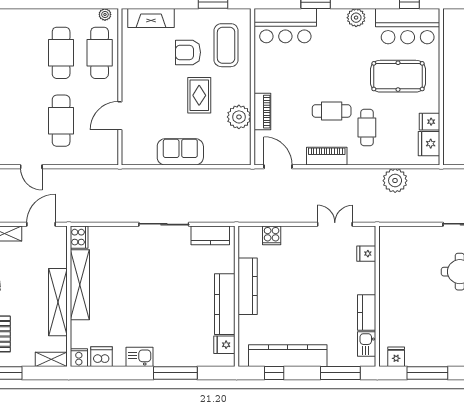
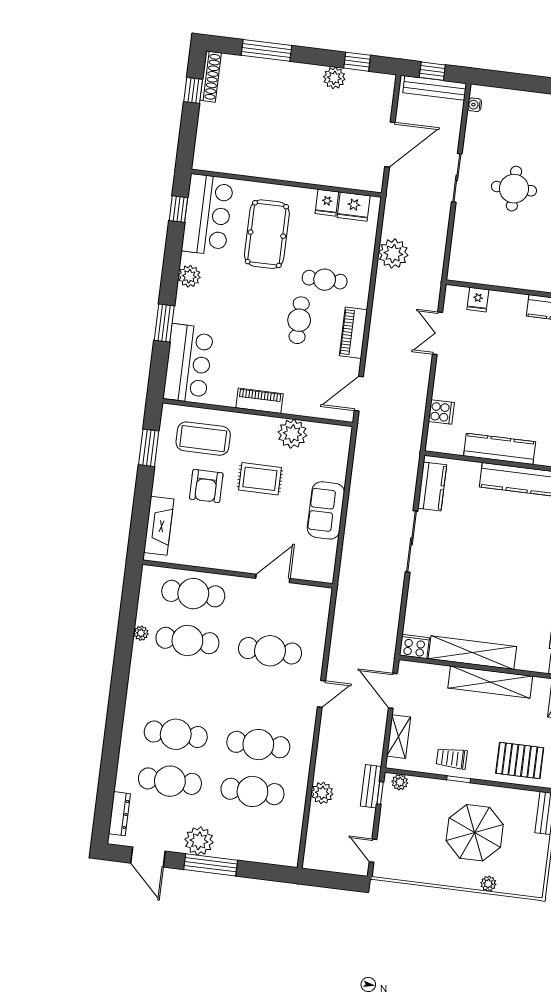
plant: (105, 14) -> (141, 633), moved
piano: (262, 112) -> (259, 401), moved
door: (120, 116) -> (273, 578), swing flipped

